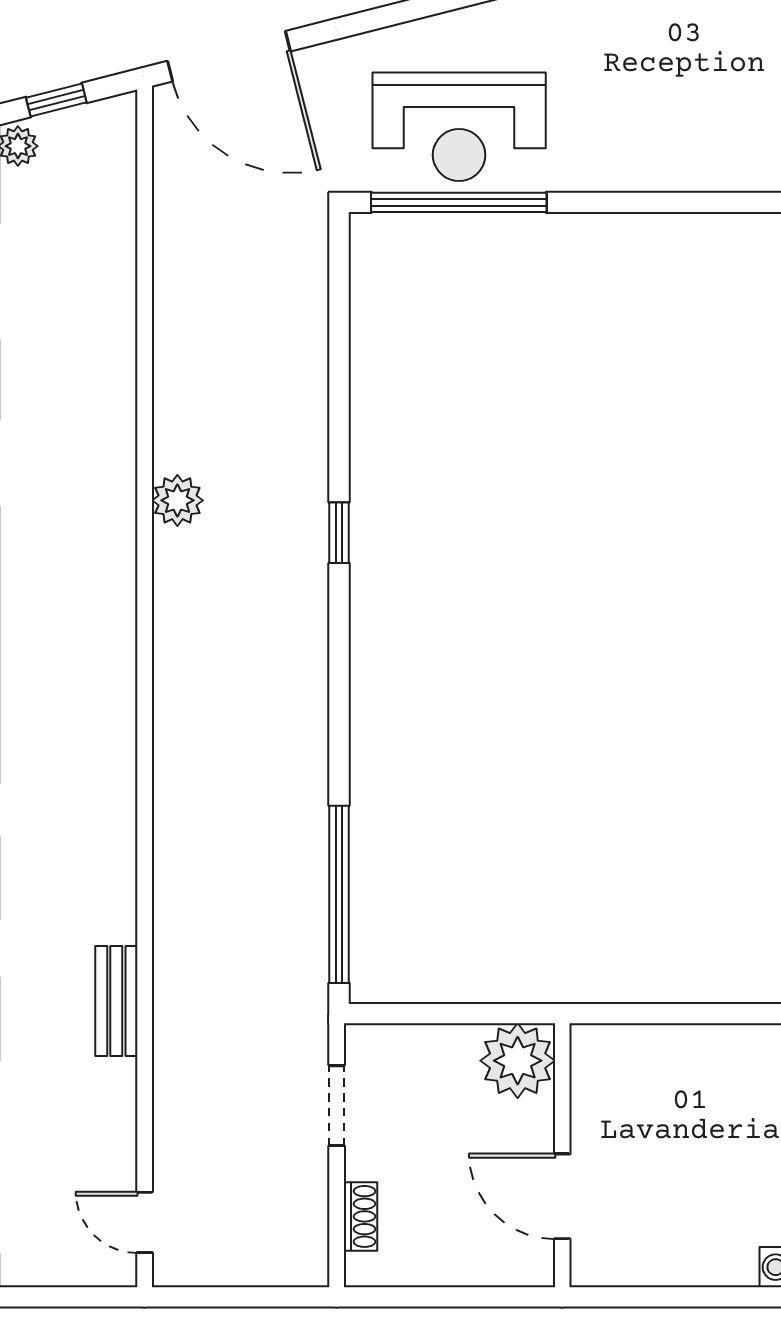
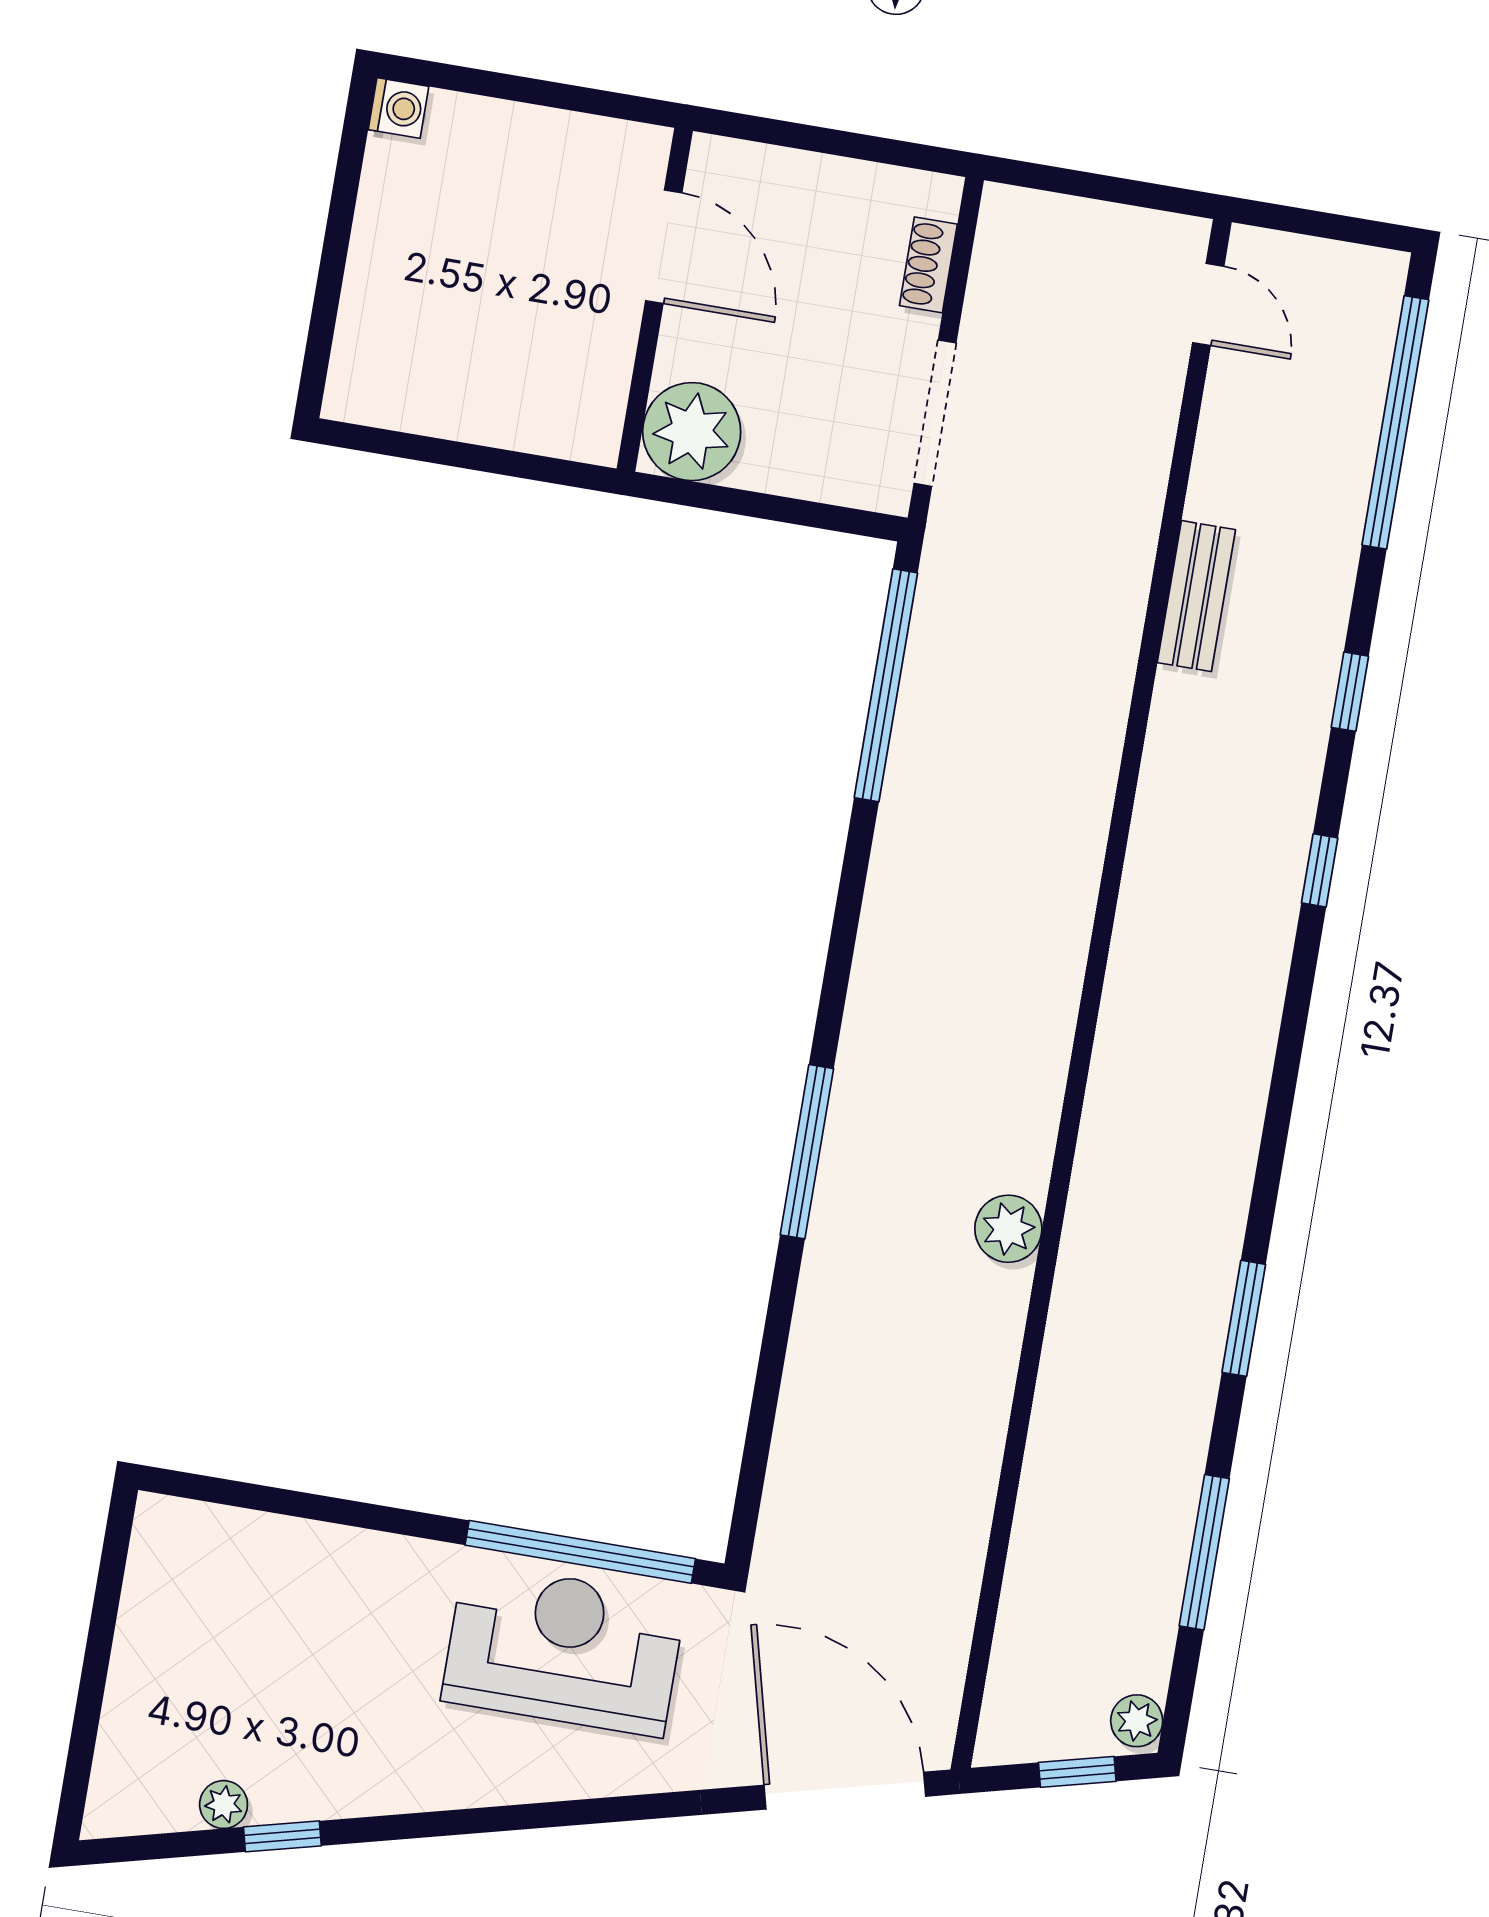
window: (339, 533) -> (807, 1152), width x2.17
doorway: (337, 1106) -> (935, 413), width x1.38

